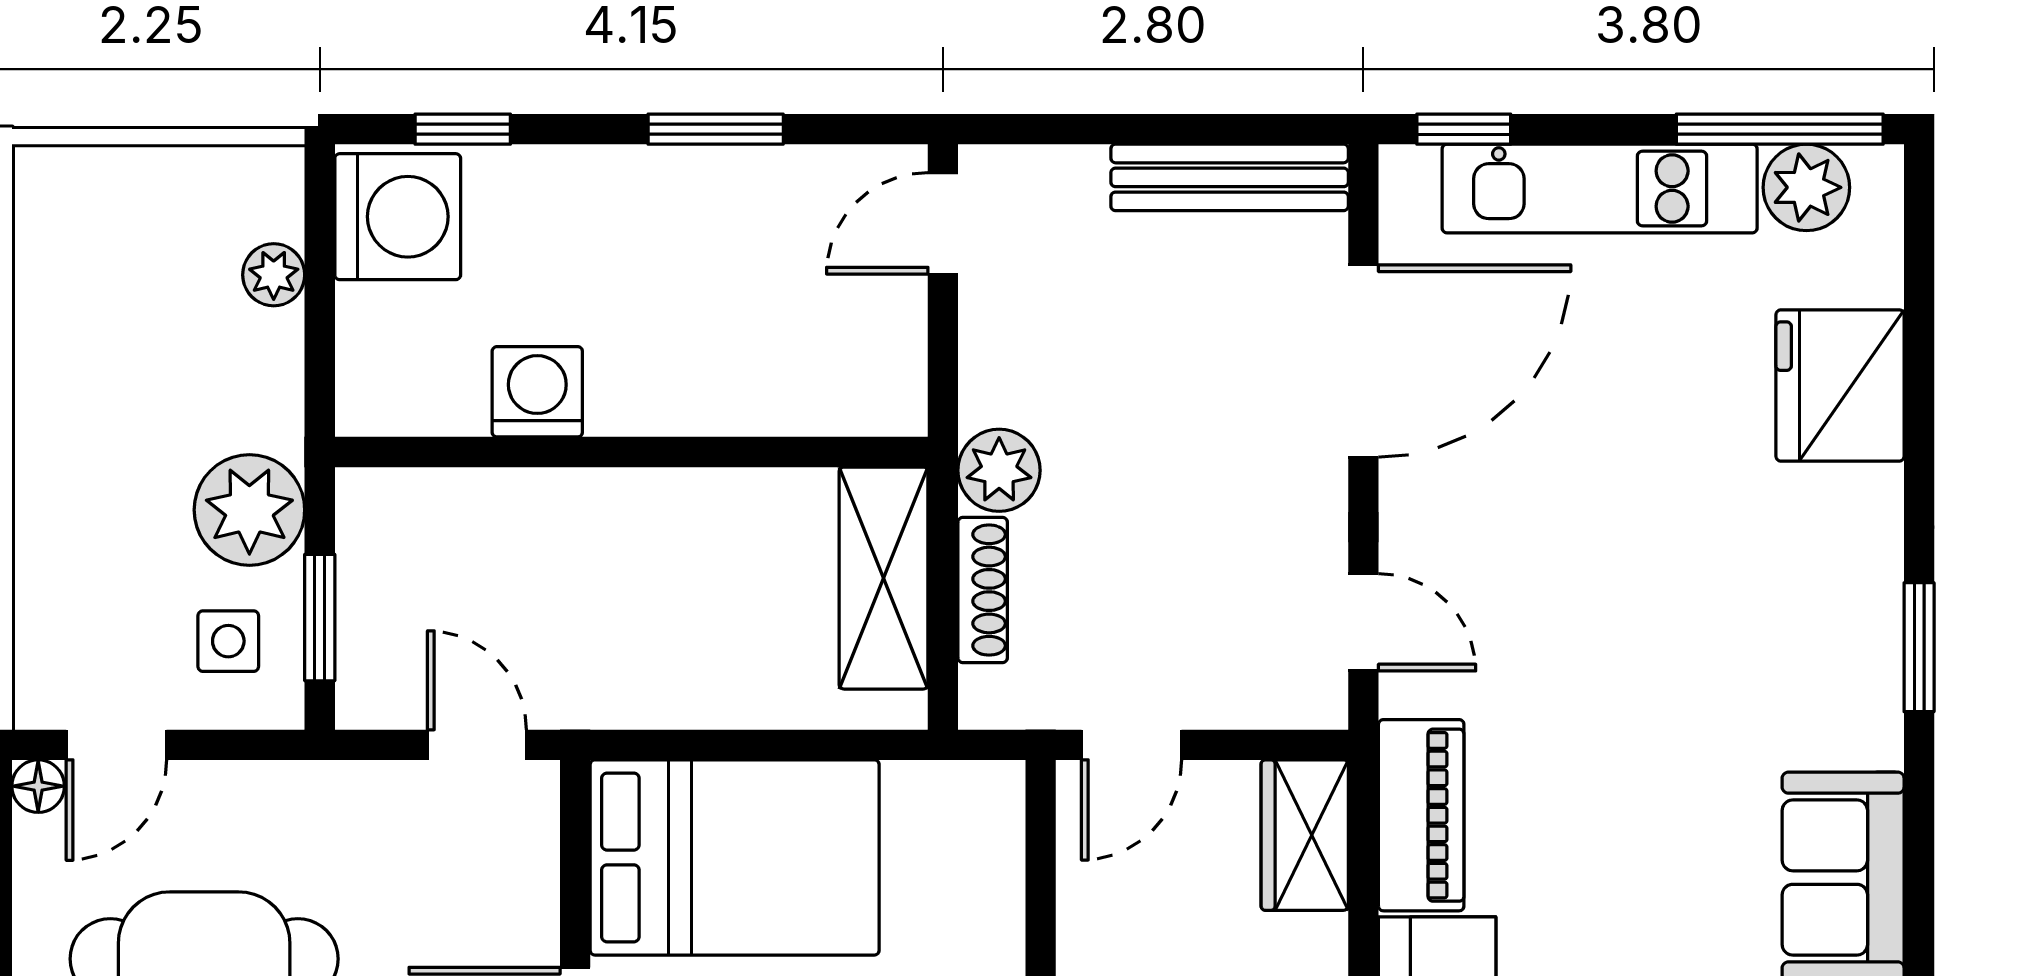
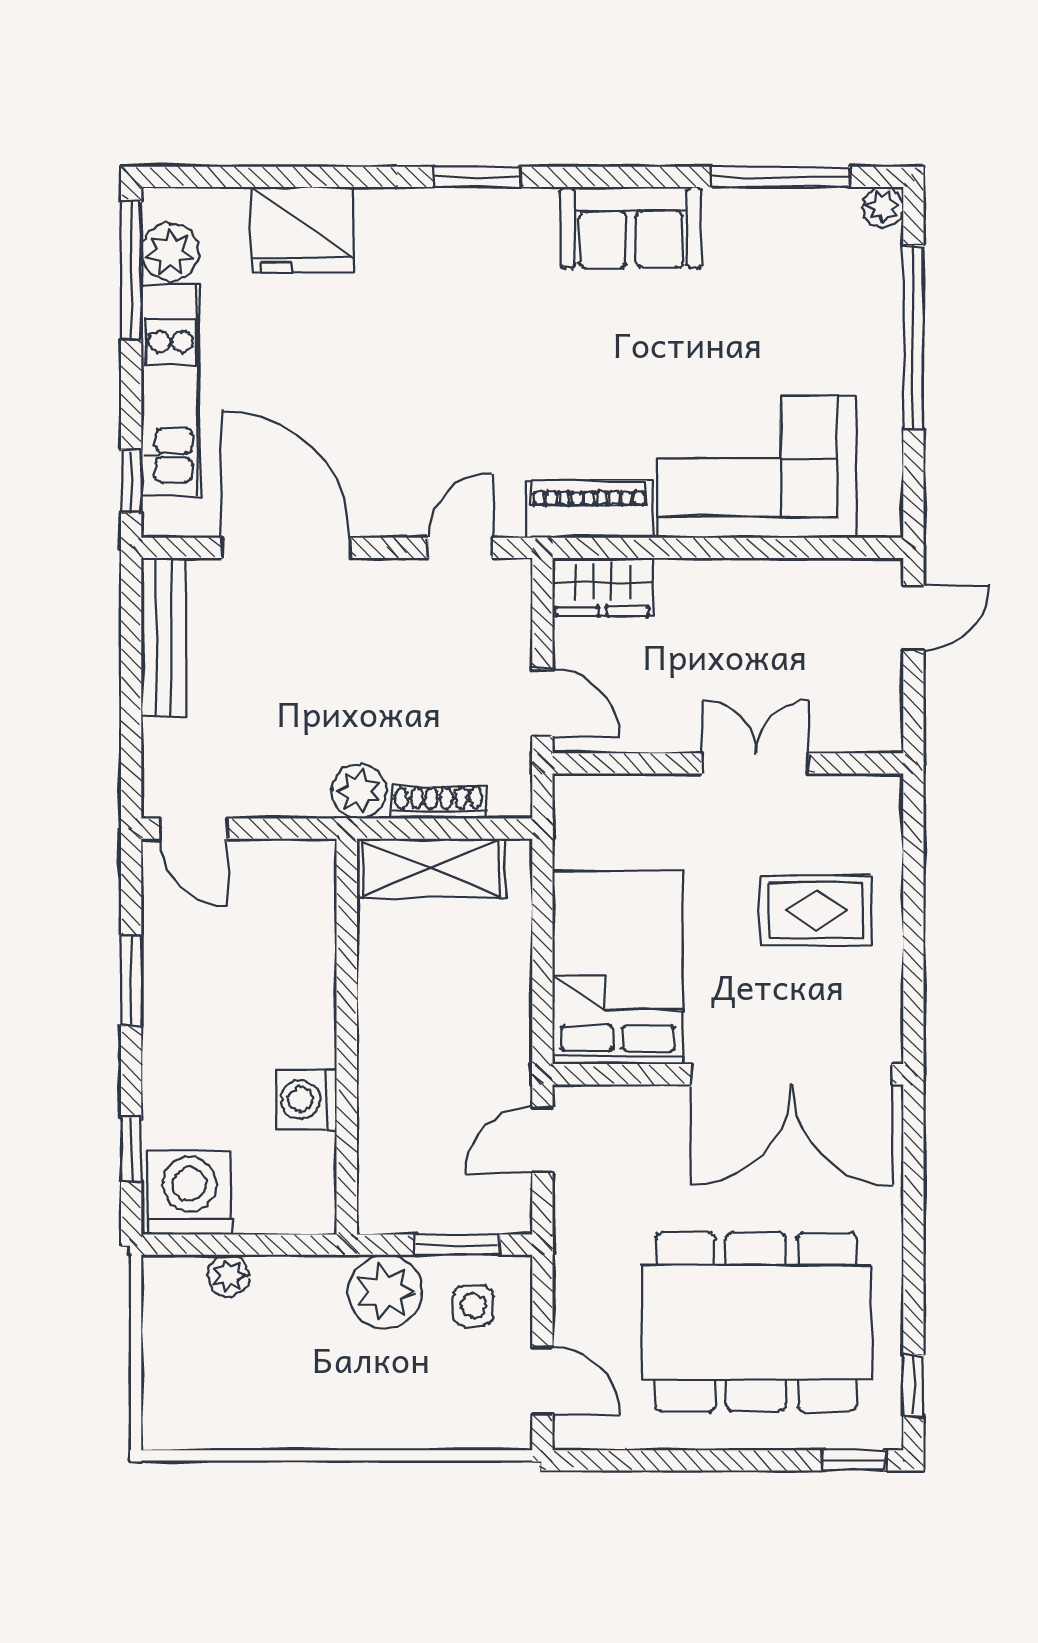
floor lamp: (38, 786) -> (570, 1433), removed

